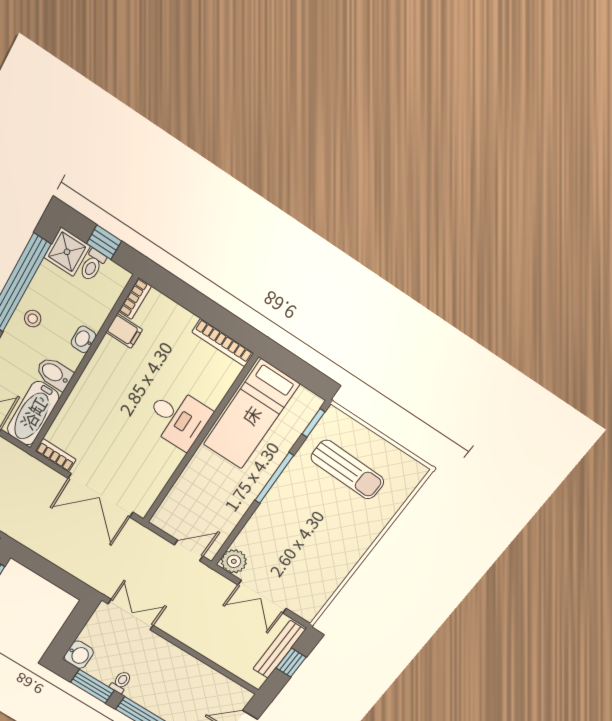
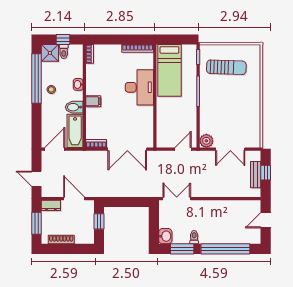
filing cabinet: (124, 331) -> (93, 101), moved
desk: (178, 418) -> (139, 87), width x1.37
bench: (279, 649) -> (256, 175), width x0.73

